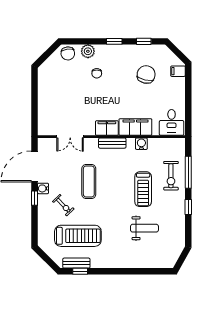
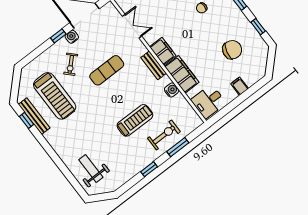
filing cabinet: (178, 71) -> (240, 86), moved
double door: (70, 137) -> (132, 26), swing flipped
window: (188, 172) -> (178, 147), width x0.69
exercise bike: (171, 176) -> (164, 135), turned 180
treadmill: (143, 189) -> (135, 120), turned 180
weight bench: (144, 228) -> (91, 169), moved, turned 180
bench: (76, 263) -> (34, 116), width x1.36

